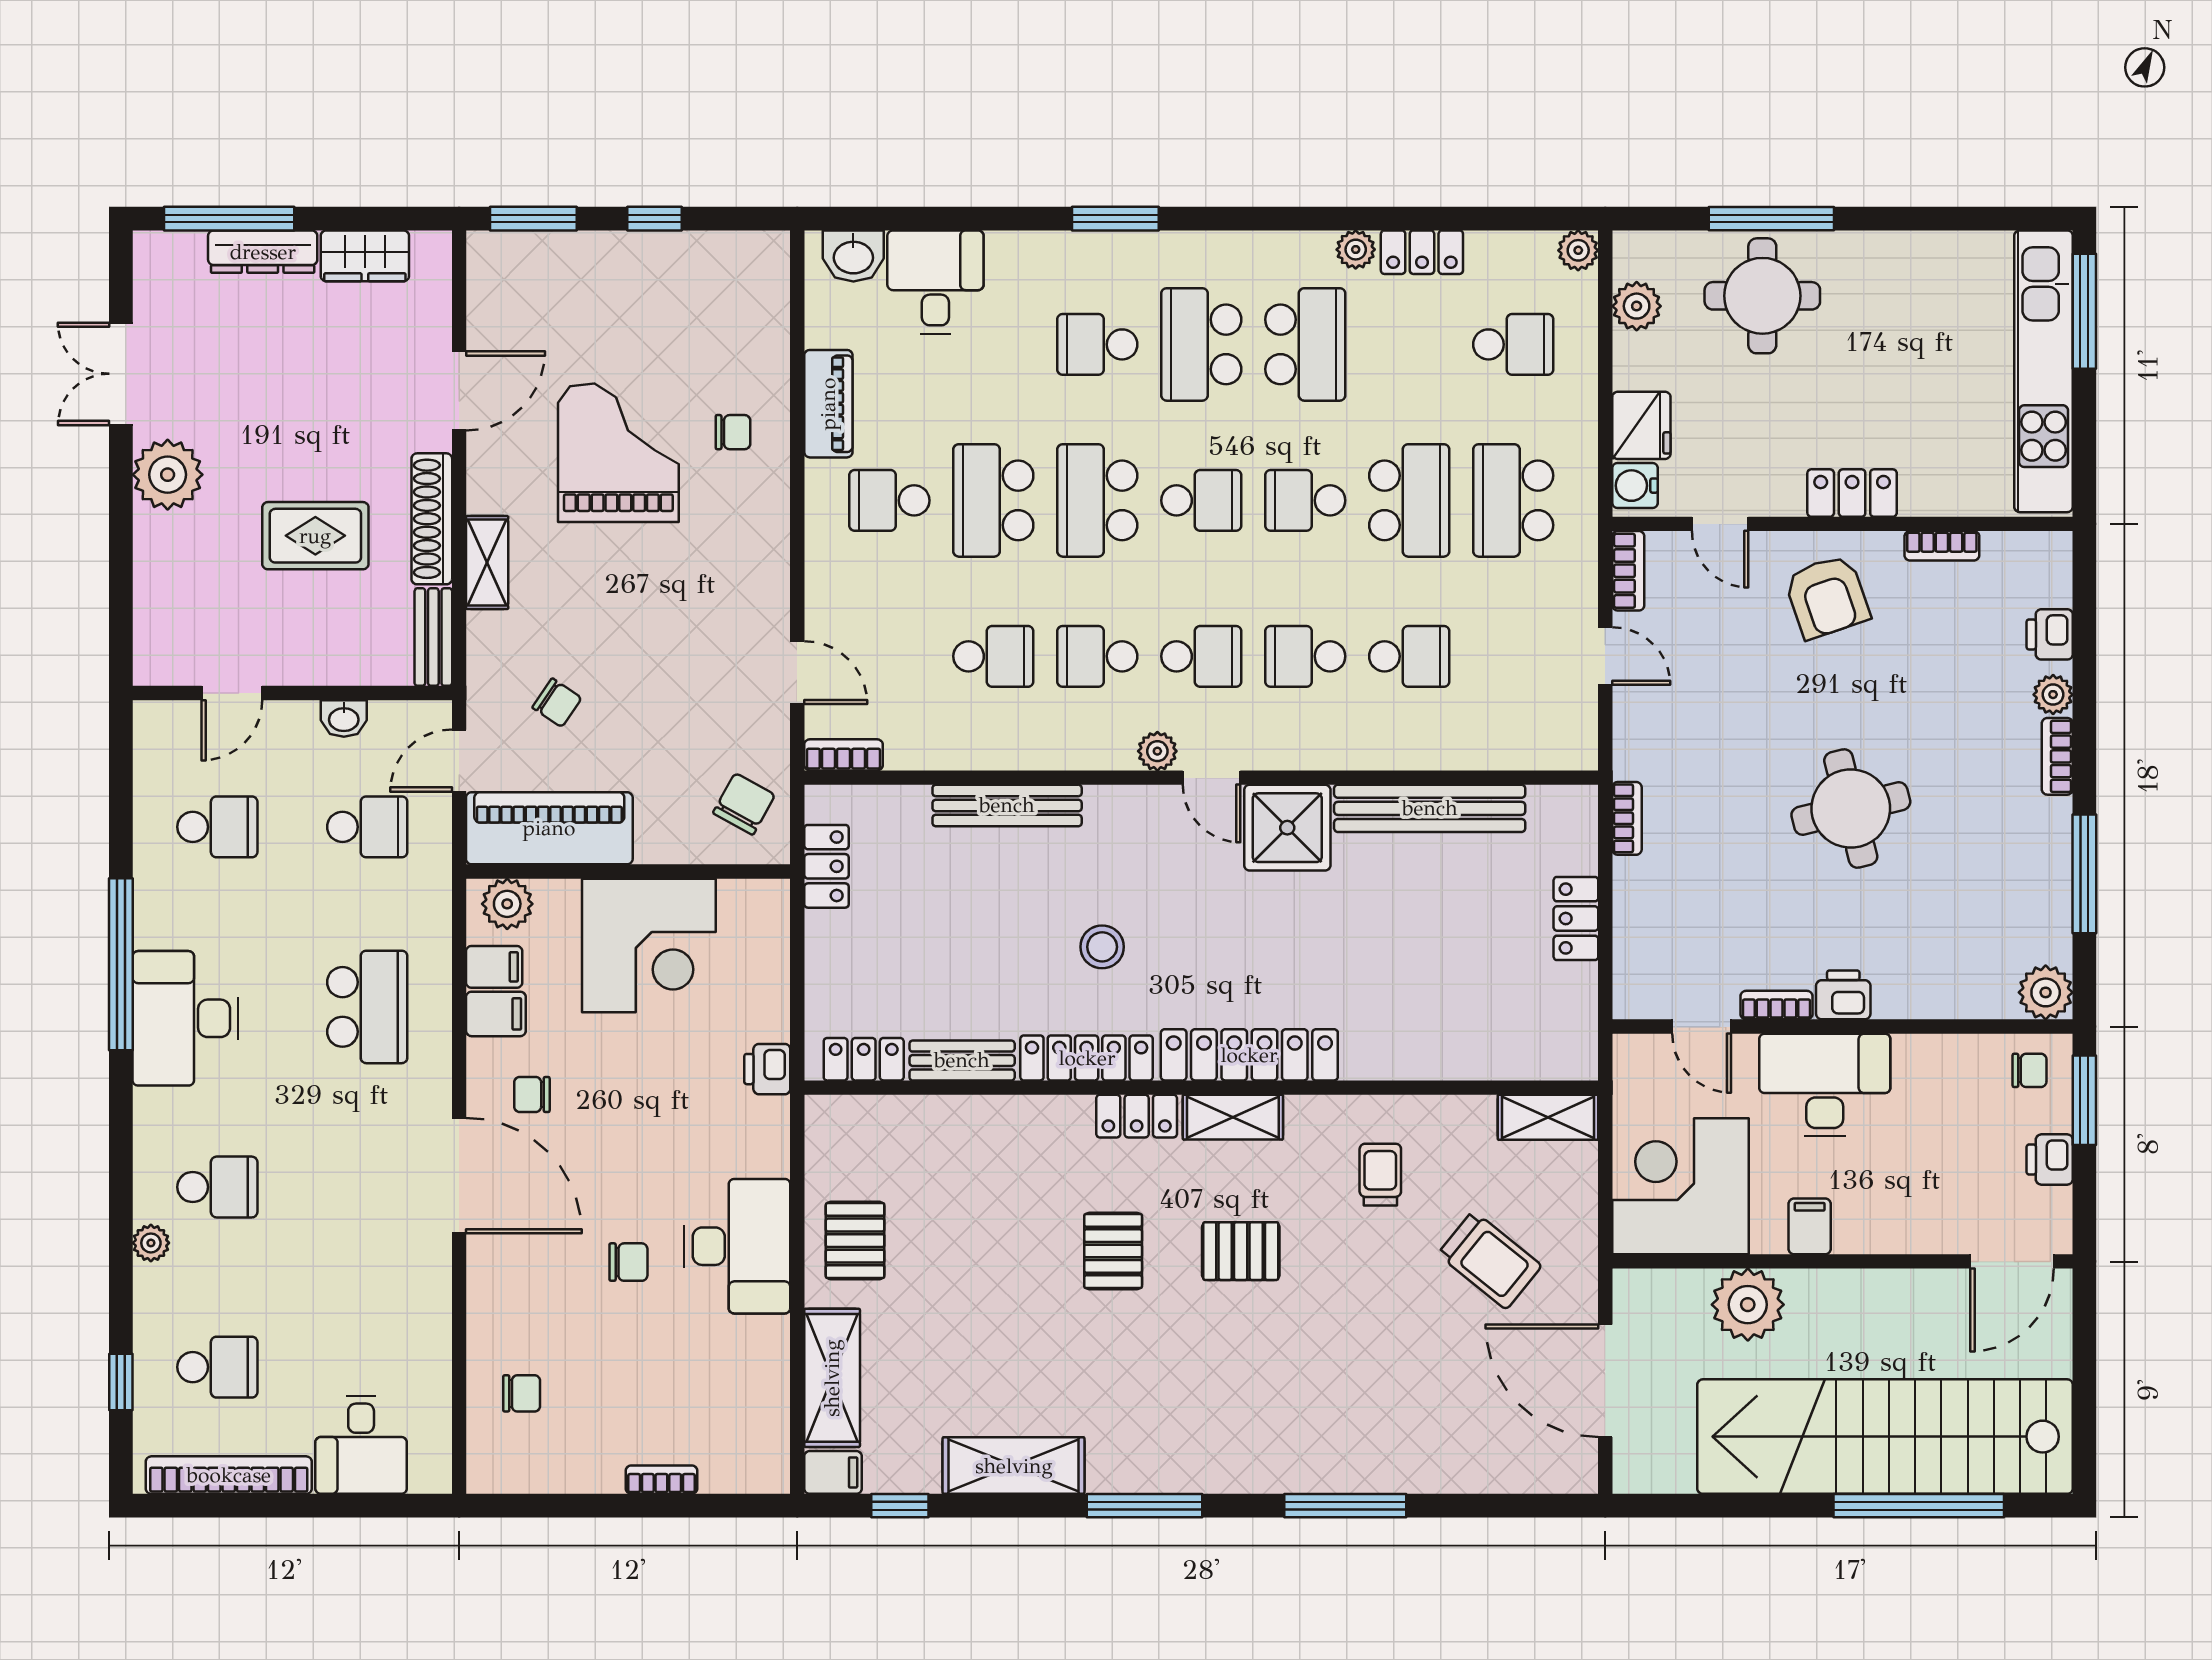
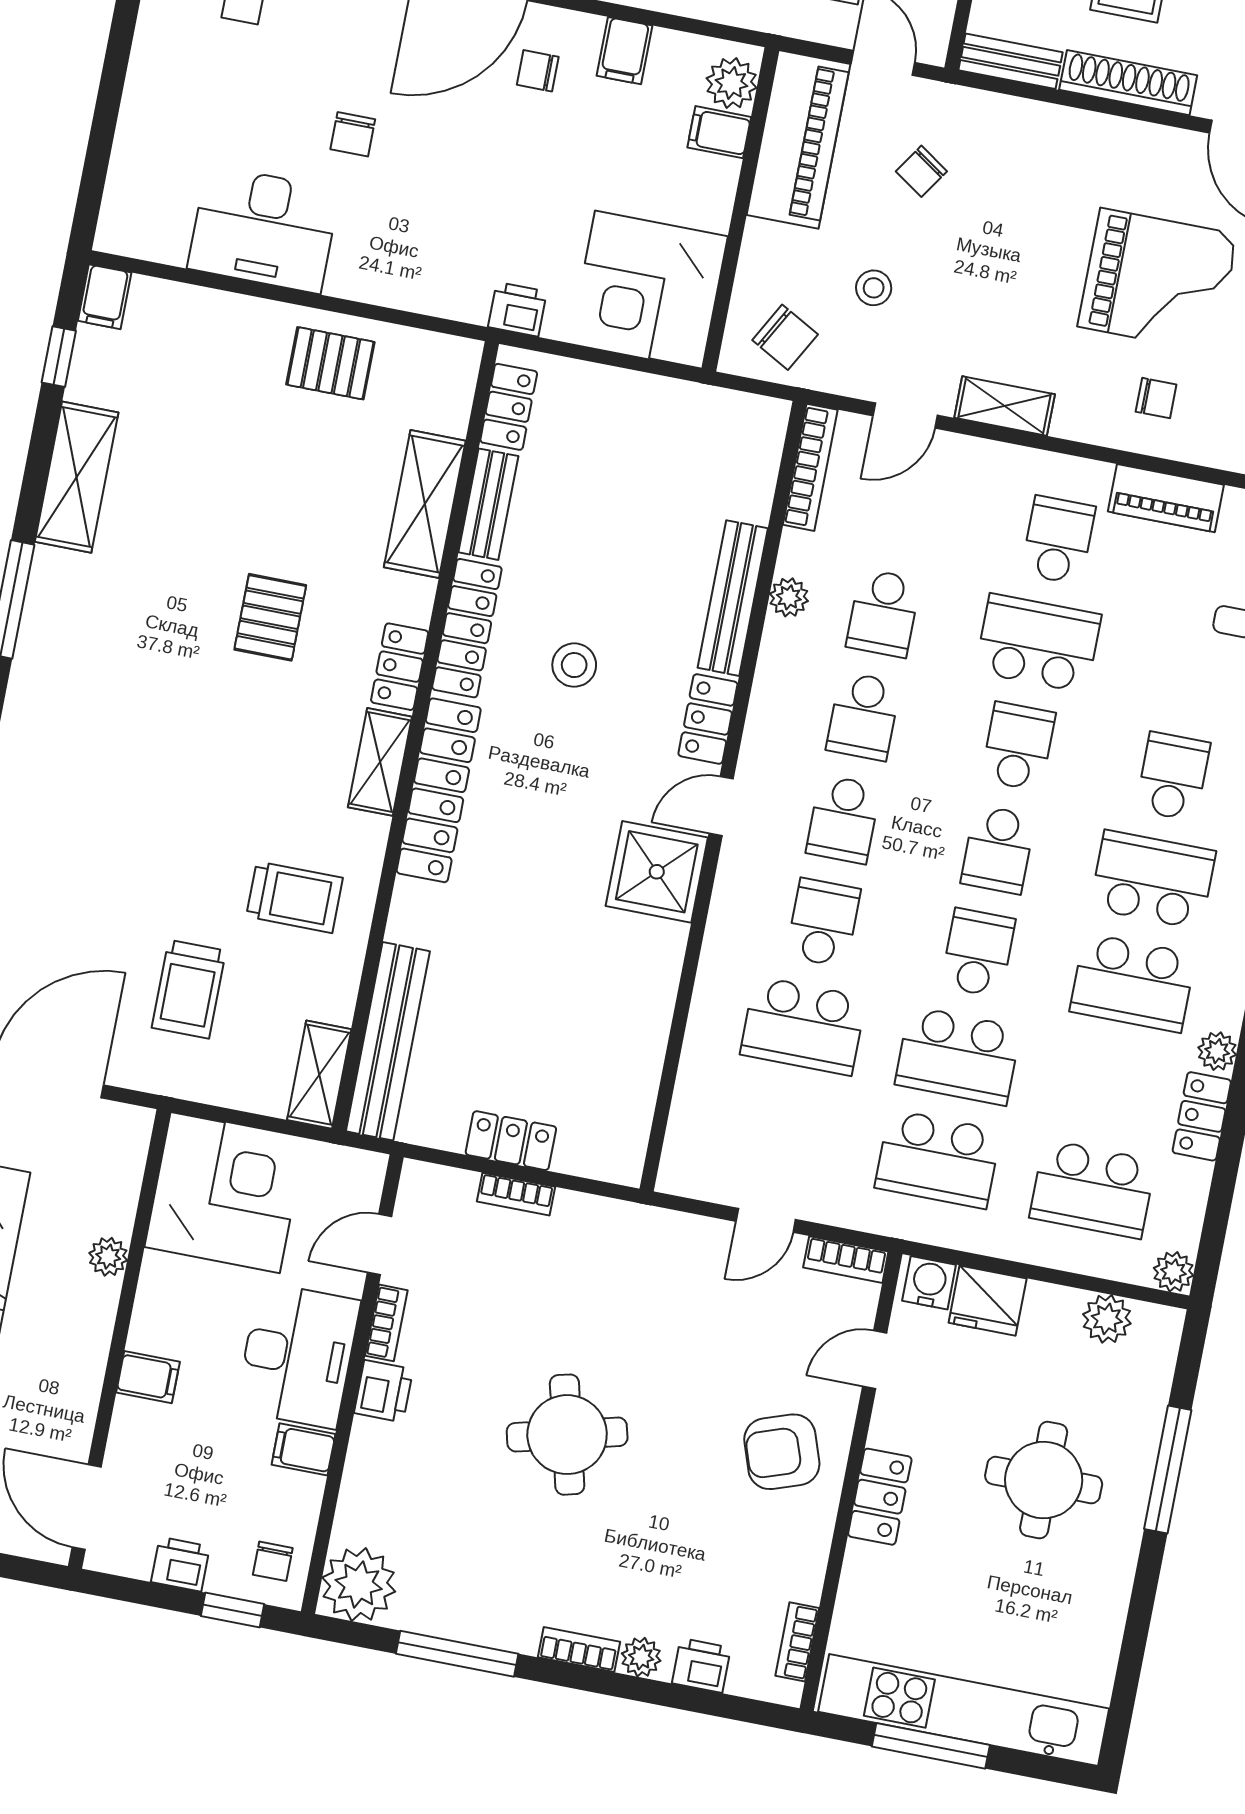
round table: (1762, 296) -> (1044, 1480), moved
window: (2084, 311) -> (931, 1746), moved
school desk: (1513, 344) -> (1093, 1189), width x1.85
chair: (733, 432) -> (1156, 398), turned -90
school desk: (1097, 500) -> (1018, 746), width x0.54
school desk: (1513, 500) -> (938, 1159), turned 180
bookcase: (1942, 546) -> (797, 1642), moved
shelving: (487, 563) -> (1005, 406), moved
school desk: (1097, 656) -> (863, 716), turned 180
school desk: (1409, 656) -> (803, 1026), width x1.85
stool: (679, 727) -> (874, 288), added
plant: (1157, 751) -> (789, 597), moved
bookcase: (843, 755) -> (810, 467), width x1.56
bench: (1430, 808) -> (388, 1041), moved
bookcase: (1627, 818) -> (516, 1194), moved
locker: (826, 866) -> (708, 719), moved, turned 90
corner desk: (649, 945) -> (649, 290), moved
filing cabinet: (494, 967) -> (719, 132), moved, turned 90
plant: (2046, 992) -> (359, 1585), width x1.36, depth x1.36
filing cabinet: (1915, 1062) -> (304, 1449), added
chair: (532, 1094) -> (538, 71), turned -90
window: (2084, 1100) -> (233, 1610), width x0.67
trolley: (1380, 1175) -> (295, 897), width x1.36, depth x1.39
filing cabinet: (1810, 1226) -> (148, 1377), moved
desk: (737, 1246) -> (264, 229), moved
pallet: (1113, 1251) -> (270, 617), turned 90
pallet: (1241, 1251) -> (246, 744), removed
trolley: (1490, 1260) -> (189, 989), turned -39
plant: (1748, 1305) -> (108, 1257), width x0.53, depth x0.53
shelving: (832, 1378) -> (425, 504), moved, turned 90
bookcase: (661, 1480) -> (131, 125), removed

